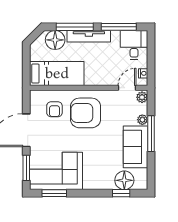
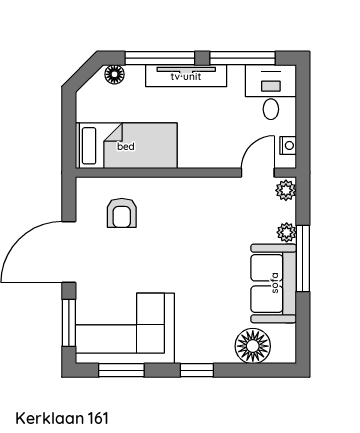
floor lamp: (55, 40) -> (114, 74), width x0.53, depth x0.53
armchair: (86, 113) -> (180, 220), removed
window: (121, 193) -> (197, 370), moved

